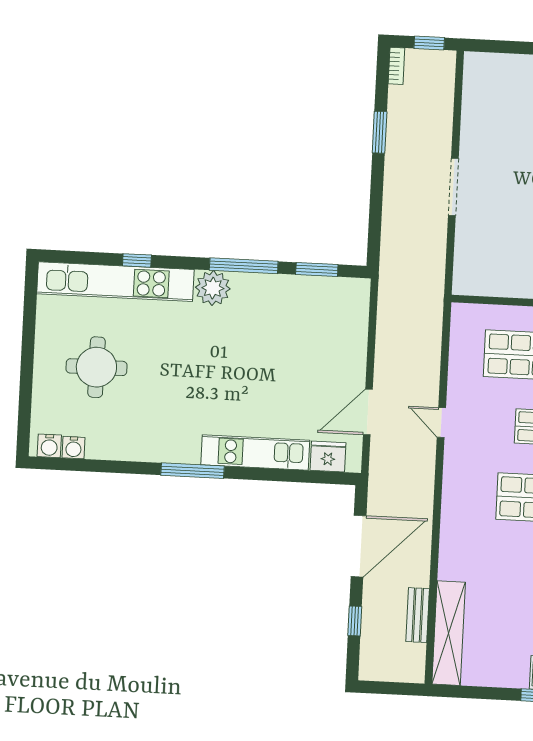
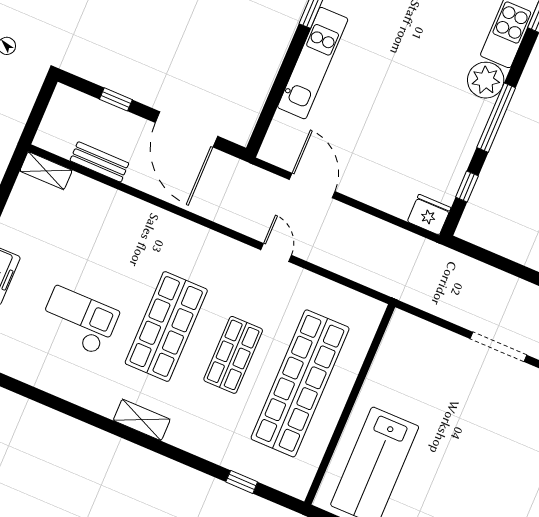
window: (317, 270) -> (467, 187), width x0.67
door: (441, 423) -> (276, 252), hinge flipped
fridge: (328, 457) -> (429, 215), moved, turned -90
shelving: (449, 633) -> (46, 171), width x0.45, depth x0.75

